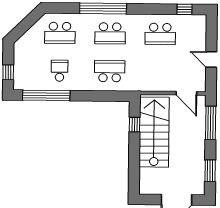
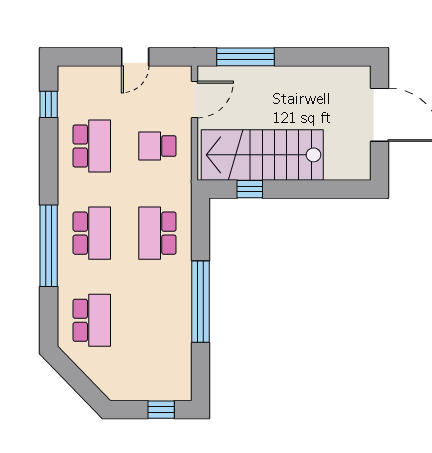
school desk: (60, 71) -> (157, 146), moved
window: (46, 95) -> (201, 302), moved
window: (210, 171) -> (329, 57), removed

